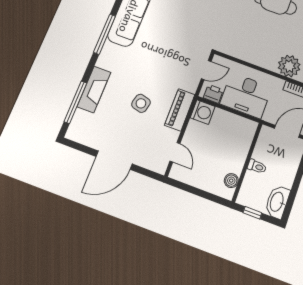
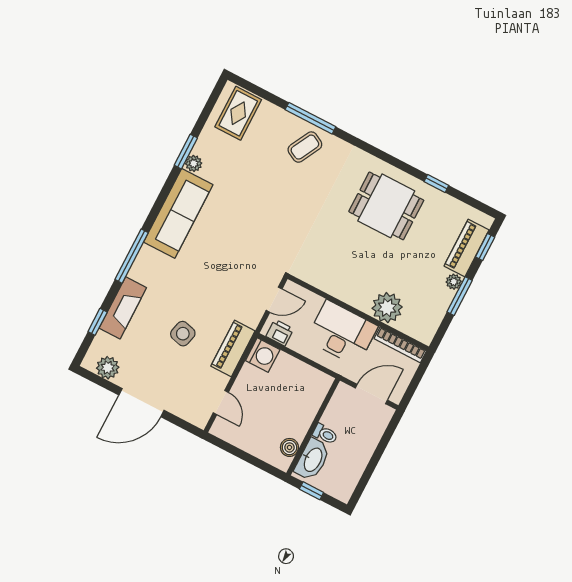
window: (105, 34) -> (132, 256), moved
desk: (246, 96) -> (342, 333), moved, turned 180
window: (76, 102) -> (98, 322), width x0.46
plant: (86, 136) -> (108, 368), added
washbasin: (277, 202) -> (312, 459), moved, turned 180

